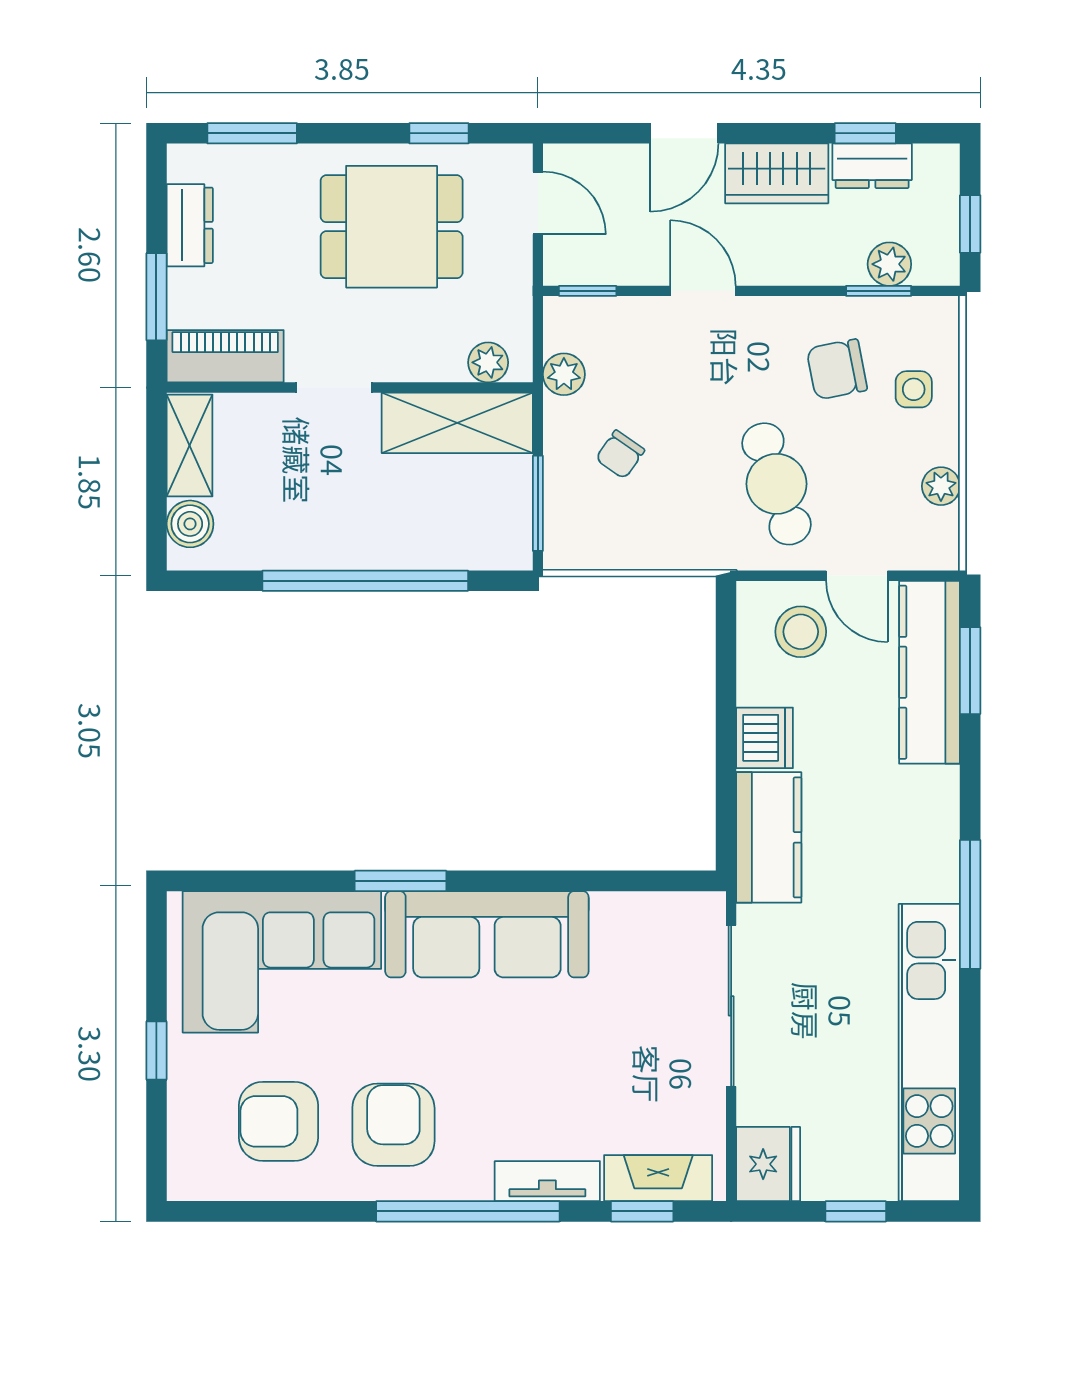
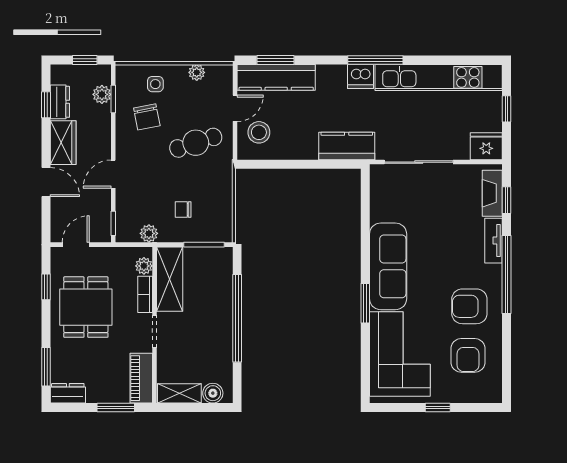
dresser: (190, 225) -> (68, 393), moved
bookcase: (421, 365) -> (145, 294), added
chair: (620, 454) -> (183, 209), turned 145
dishwasher: (765, 738) -> (360, 76), moved, turned 180

